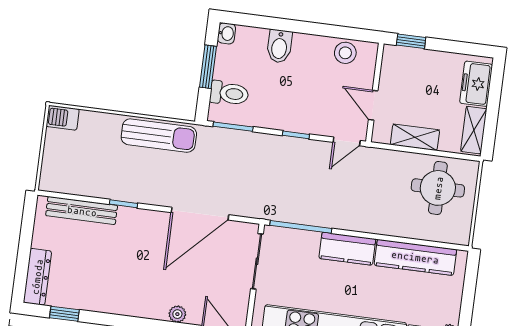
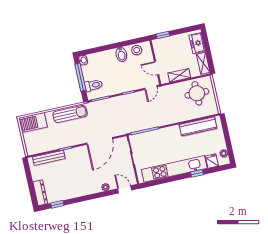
bidet: (279, 46) -> (121, 54), moved
window: (208, 67) -> (80, 77), width x1.44
barbecue: (63, 118) -> (33, 122), width x1.88, depth x1.53
kitchen counter: (347, 249) -> (168, 133), removed

